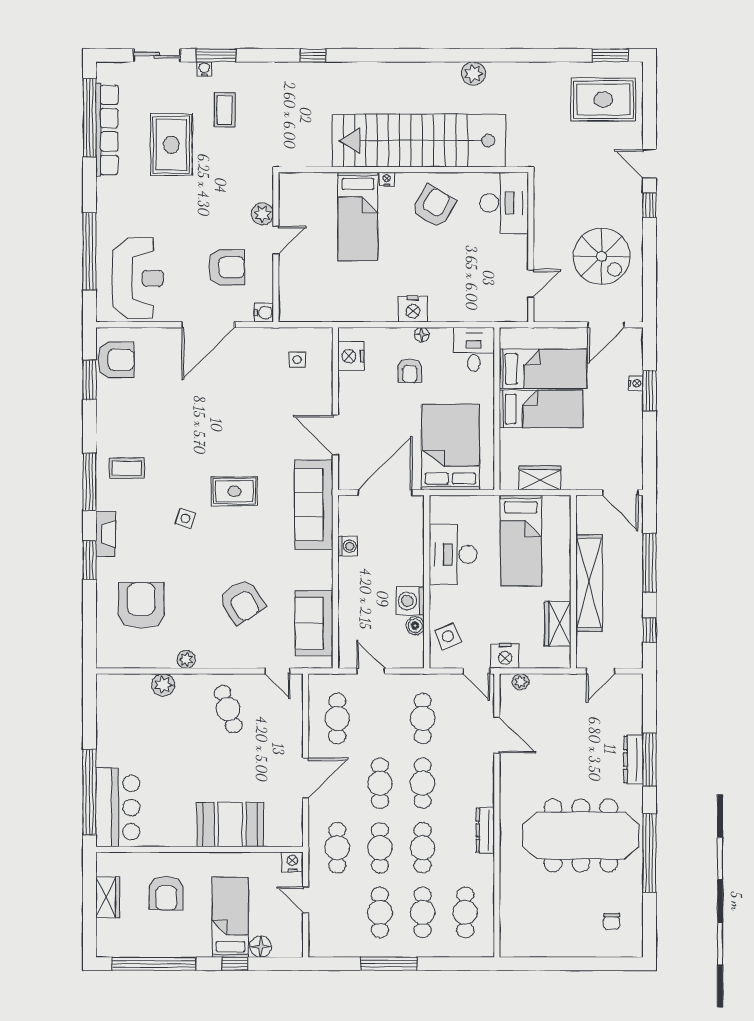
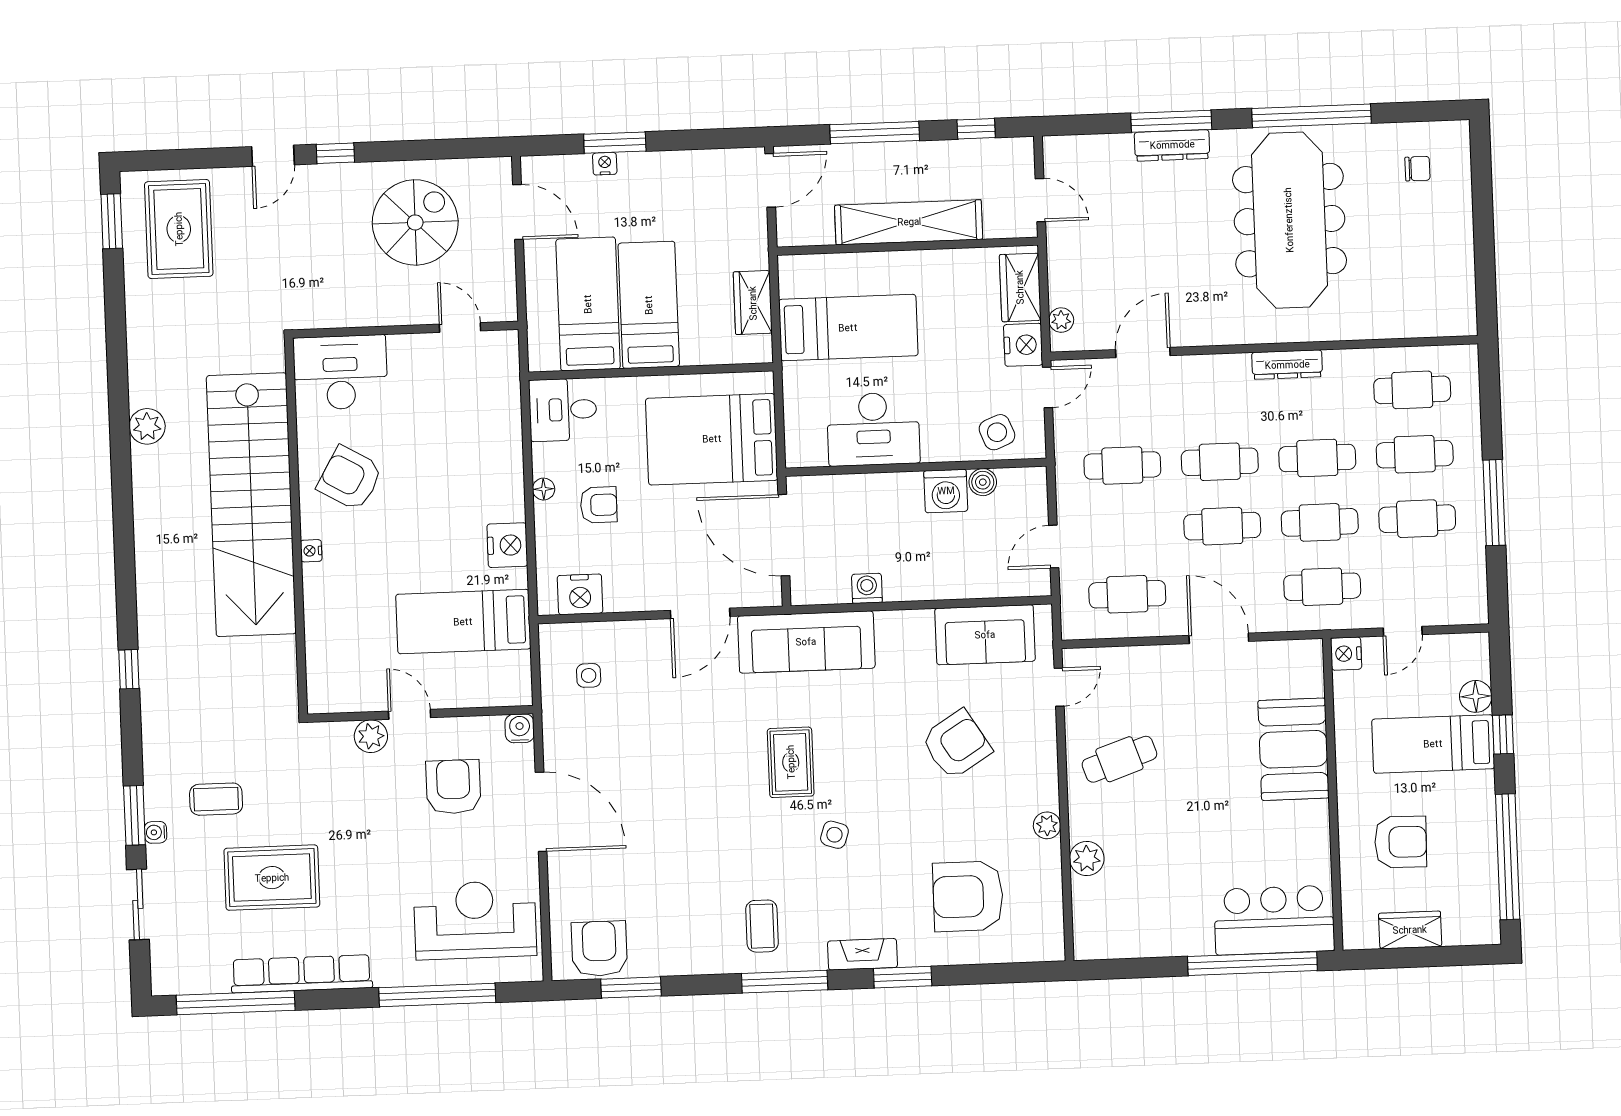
row of seats: (107, 130) -> (302, 974), moved
bed: (358, 216) -> (463, 622), moved, turned 180
nightstand: (413, 309) -> (507, 545), moved
wardrobe: (558, 624) -> (1020, 287), moved, turned 90

